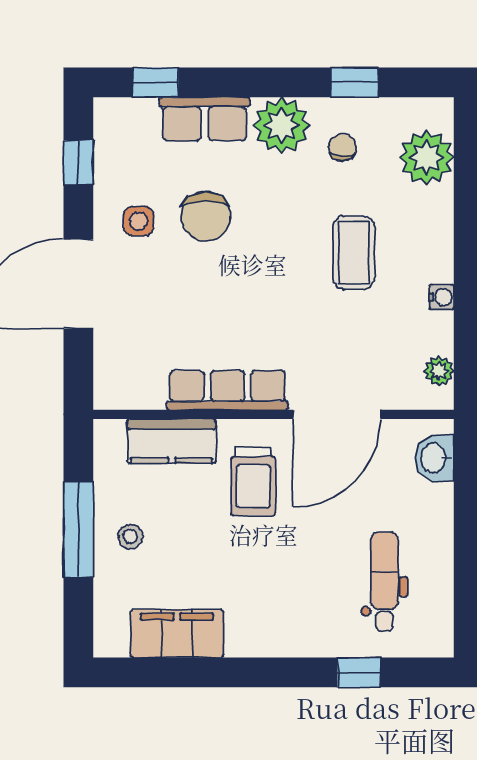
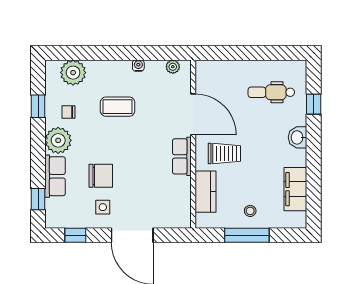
row of seats: (227, 390) -> (182, 156), width x0.68
washbasin: (434, 458) -> (298, 137), moved, turned 90

